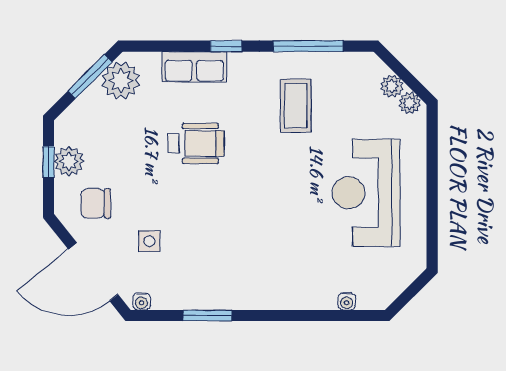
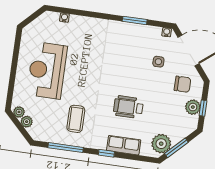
reception desk: (366, 193) -> (47, 70), turned 180

